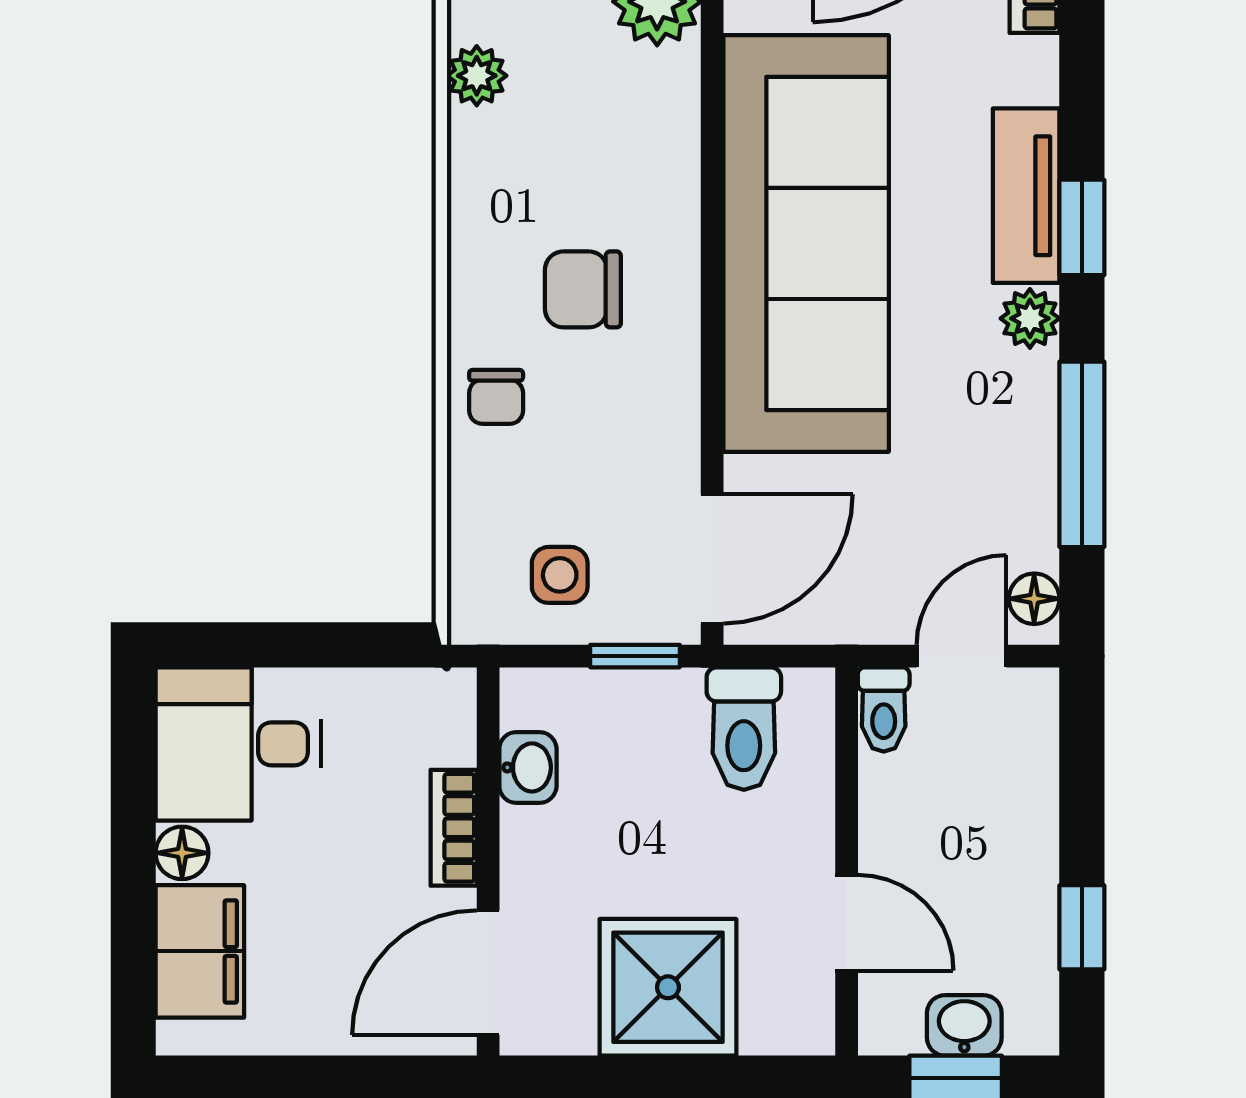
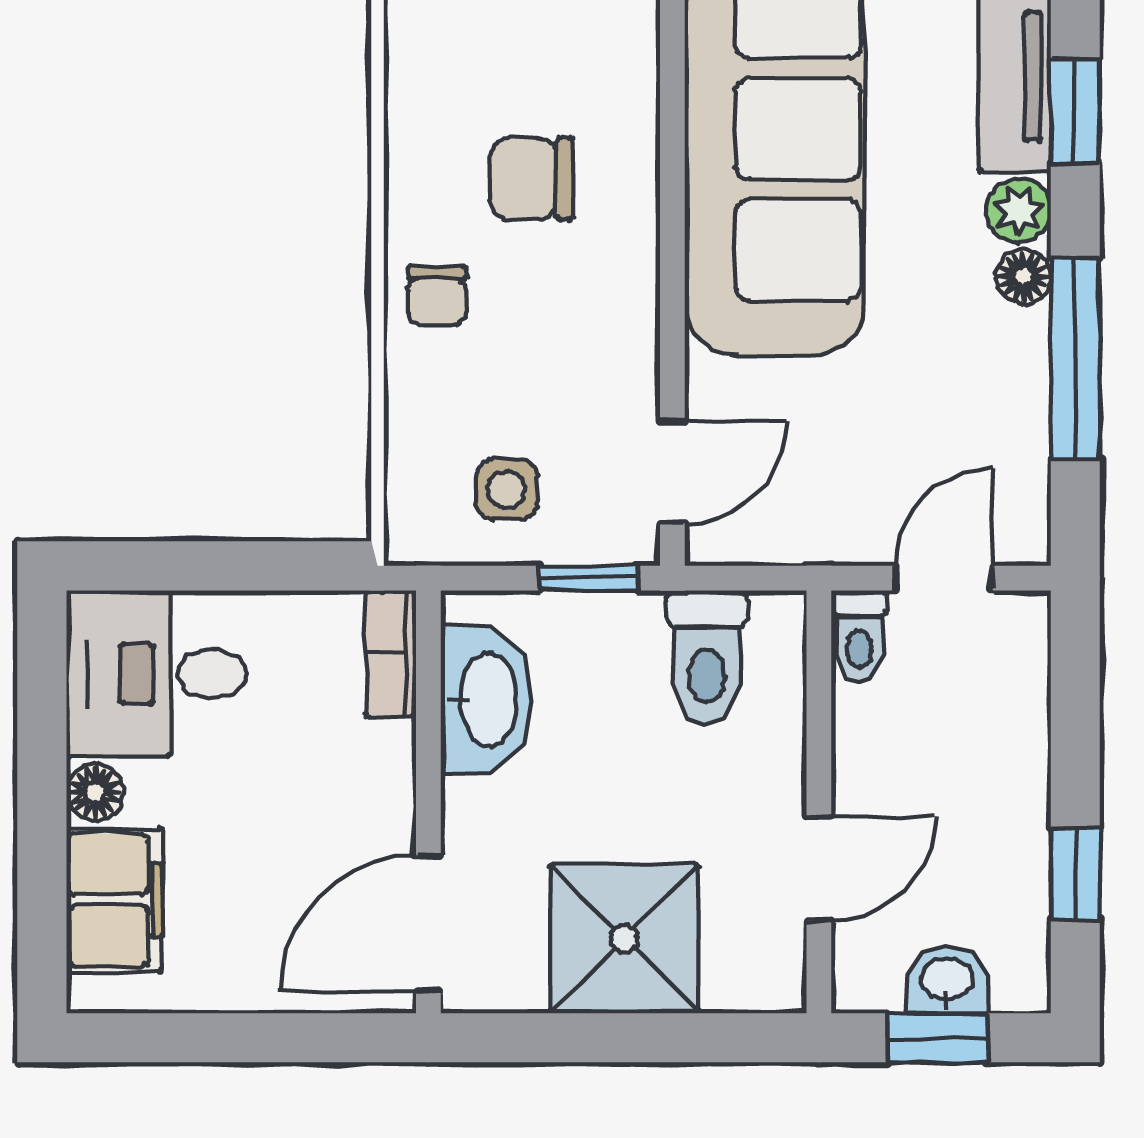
door: (712, 559) -> (672, 472), width x0.73
floor lamp: (1034, 599) -> (1023, 277), moved
washbasin: (528, 767) -> (486, 699), width x1.91, depth x1.45
bookcase: (454, 828) -> (391, 653), moved
door: (847, 923) -> (819, 869), hinge flipped

